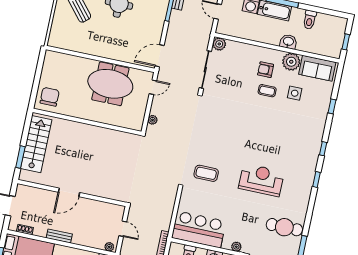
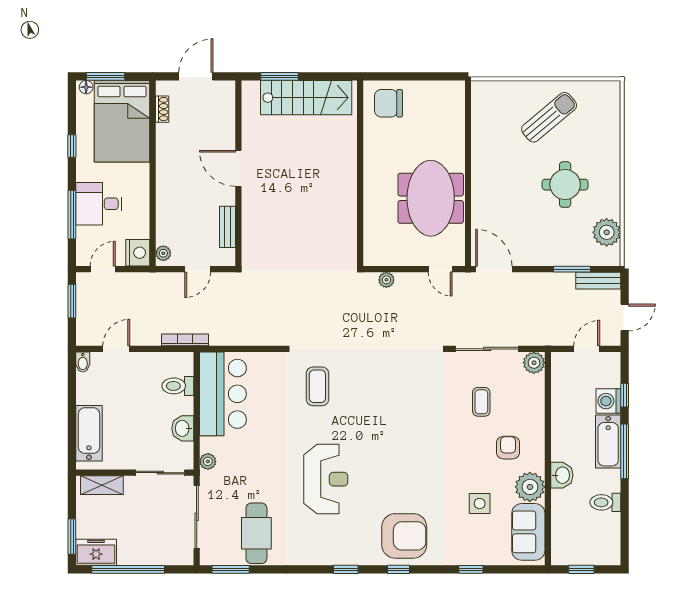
coffee table: (267, 91) -> (481, 402), moved
chair: (50, 97) -> (388, 103), turned 180
armchair: (304, 141) -> (404, 536), added
bench: (59, 236) -> (228, 227), moved

